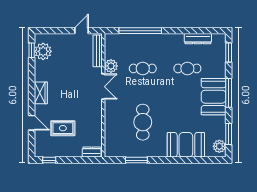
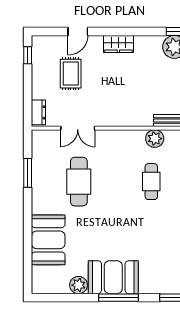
cafe table: (187, 68) -> (151, 242), removed
double door: (103, 87) -> (78, 128), moved
cafe table: (143, 122) -> (79, 182), turned 90
window: (229, 134) -> (63, 298), removed
plant: (219, 146) -> (79, 285), moved

